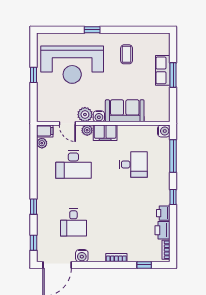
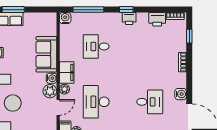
desk: (73, 164) -> (96, 102), turned 180
desk: (133, 164) -> (96, 46), turned -90
printer: (163, 213) -> (129, 19), moved

